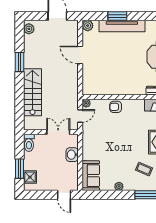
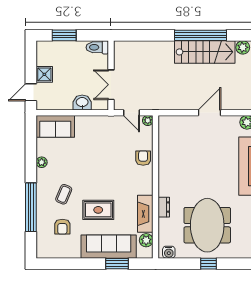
window: (19, 62) -> (200, 35), width x2.11
stairs: (32, 92) -> (205, 52), moved
double door: (58, 132) -> (111, 85), swing flipped
shower: (30, 177) -> (44, 74), moved

